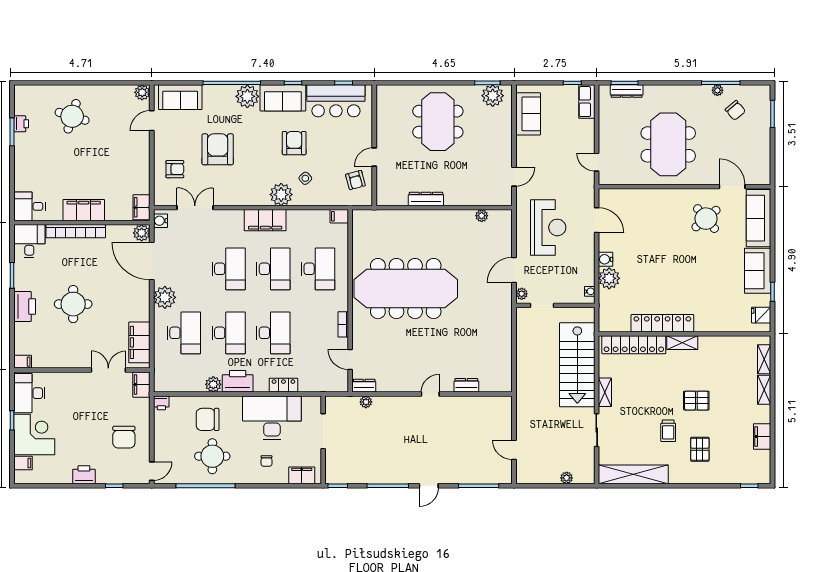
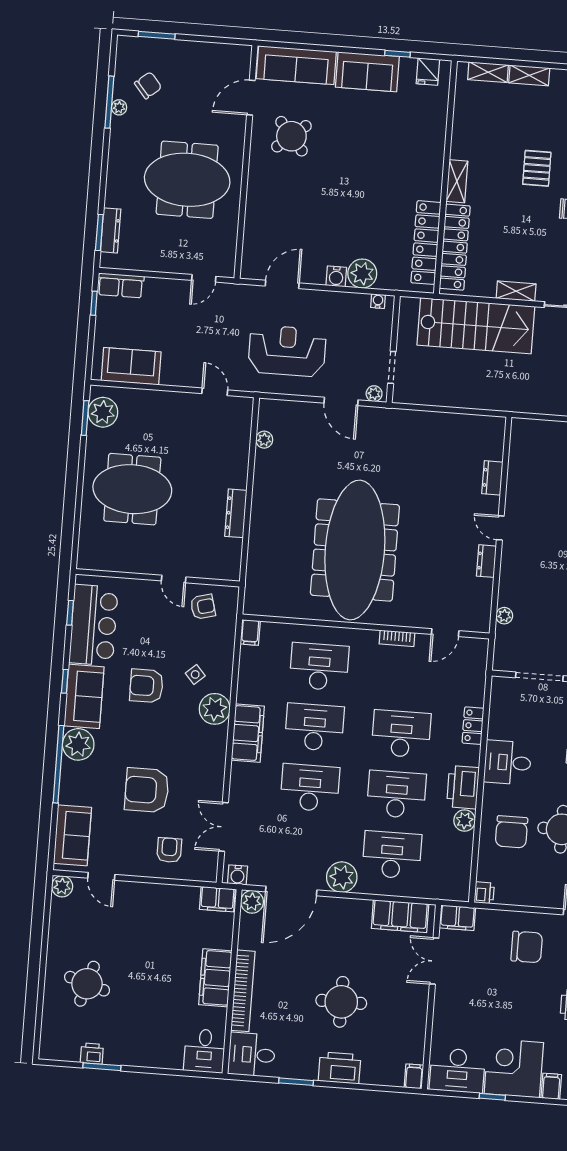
locker: (662, 323) -> (426, 243), moved
dresser: (364, 386) -> (486, 561), moved
desk: (272, 418) -> (508, 762), width x0.53, depth x0.77

